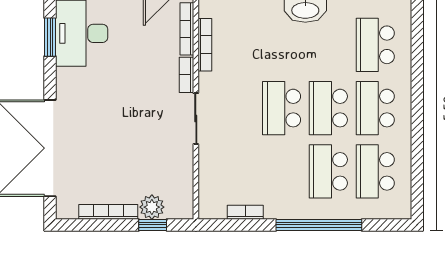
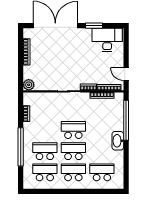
window: (50, 37) -> (94, 26), moved
plant: (152, 207) -> (29, 85), moved
window: (153, 225) -> (21, 72), removed

